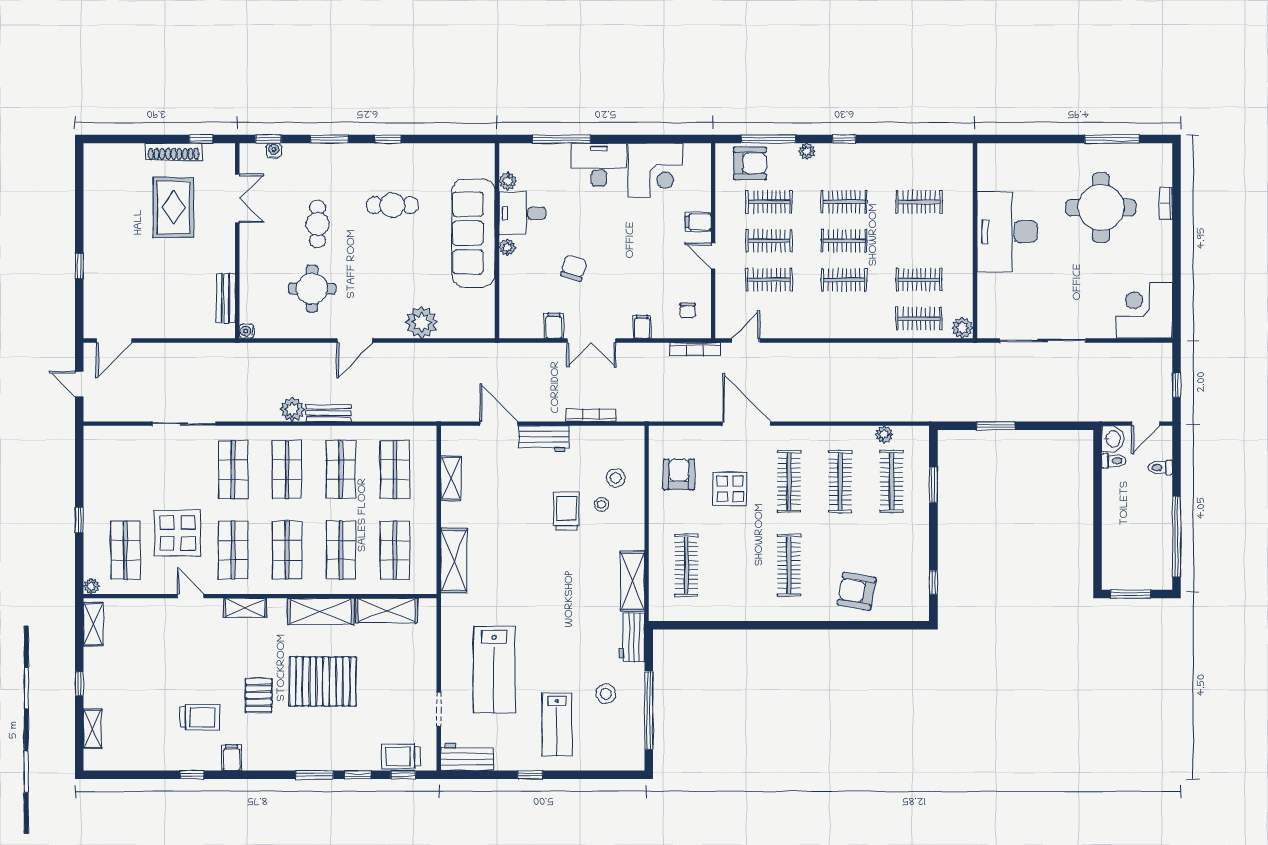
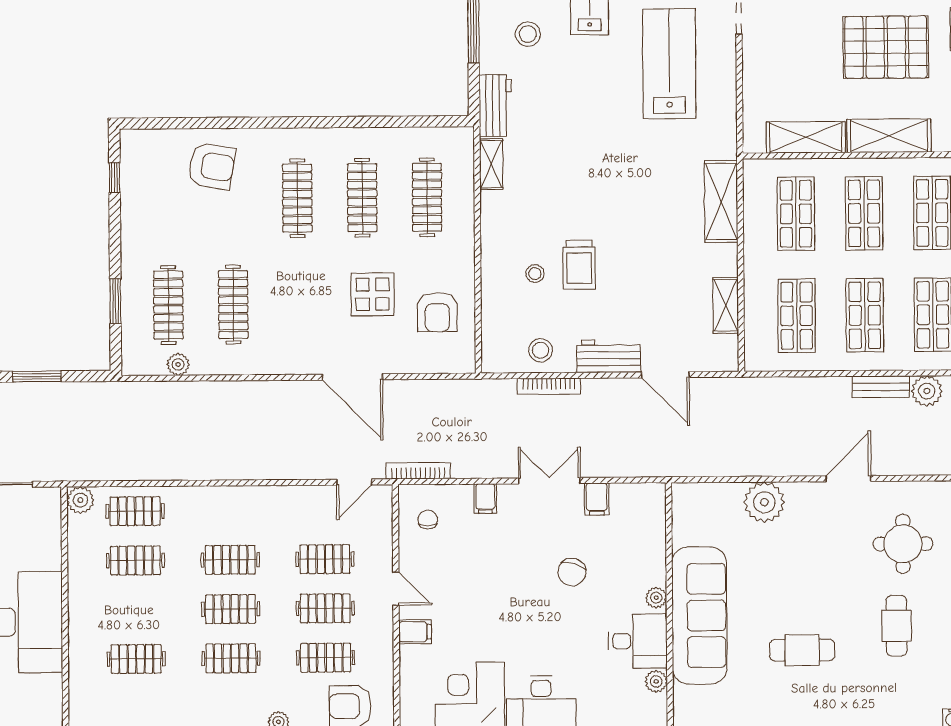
stool: (616, 478) -> (541, 350), moved
clothes rail: (789, 482) -> (362, 198), moved
shelving: (632, 581) -> (491, 164), width x0.67, depth x0.75

